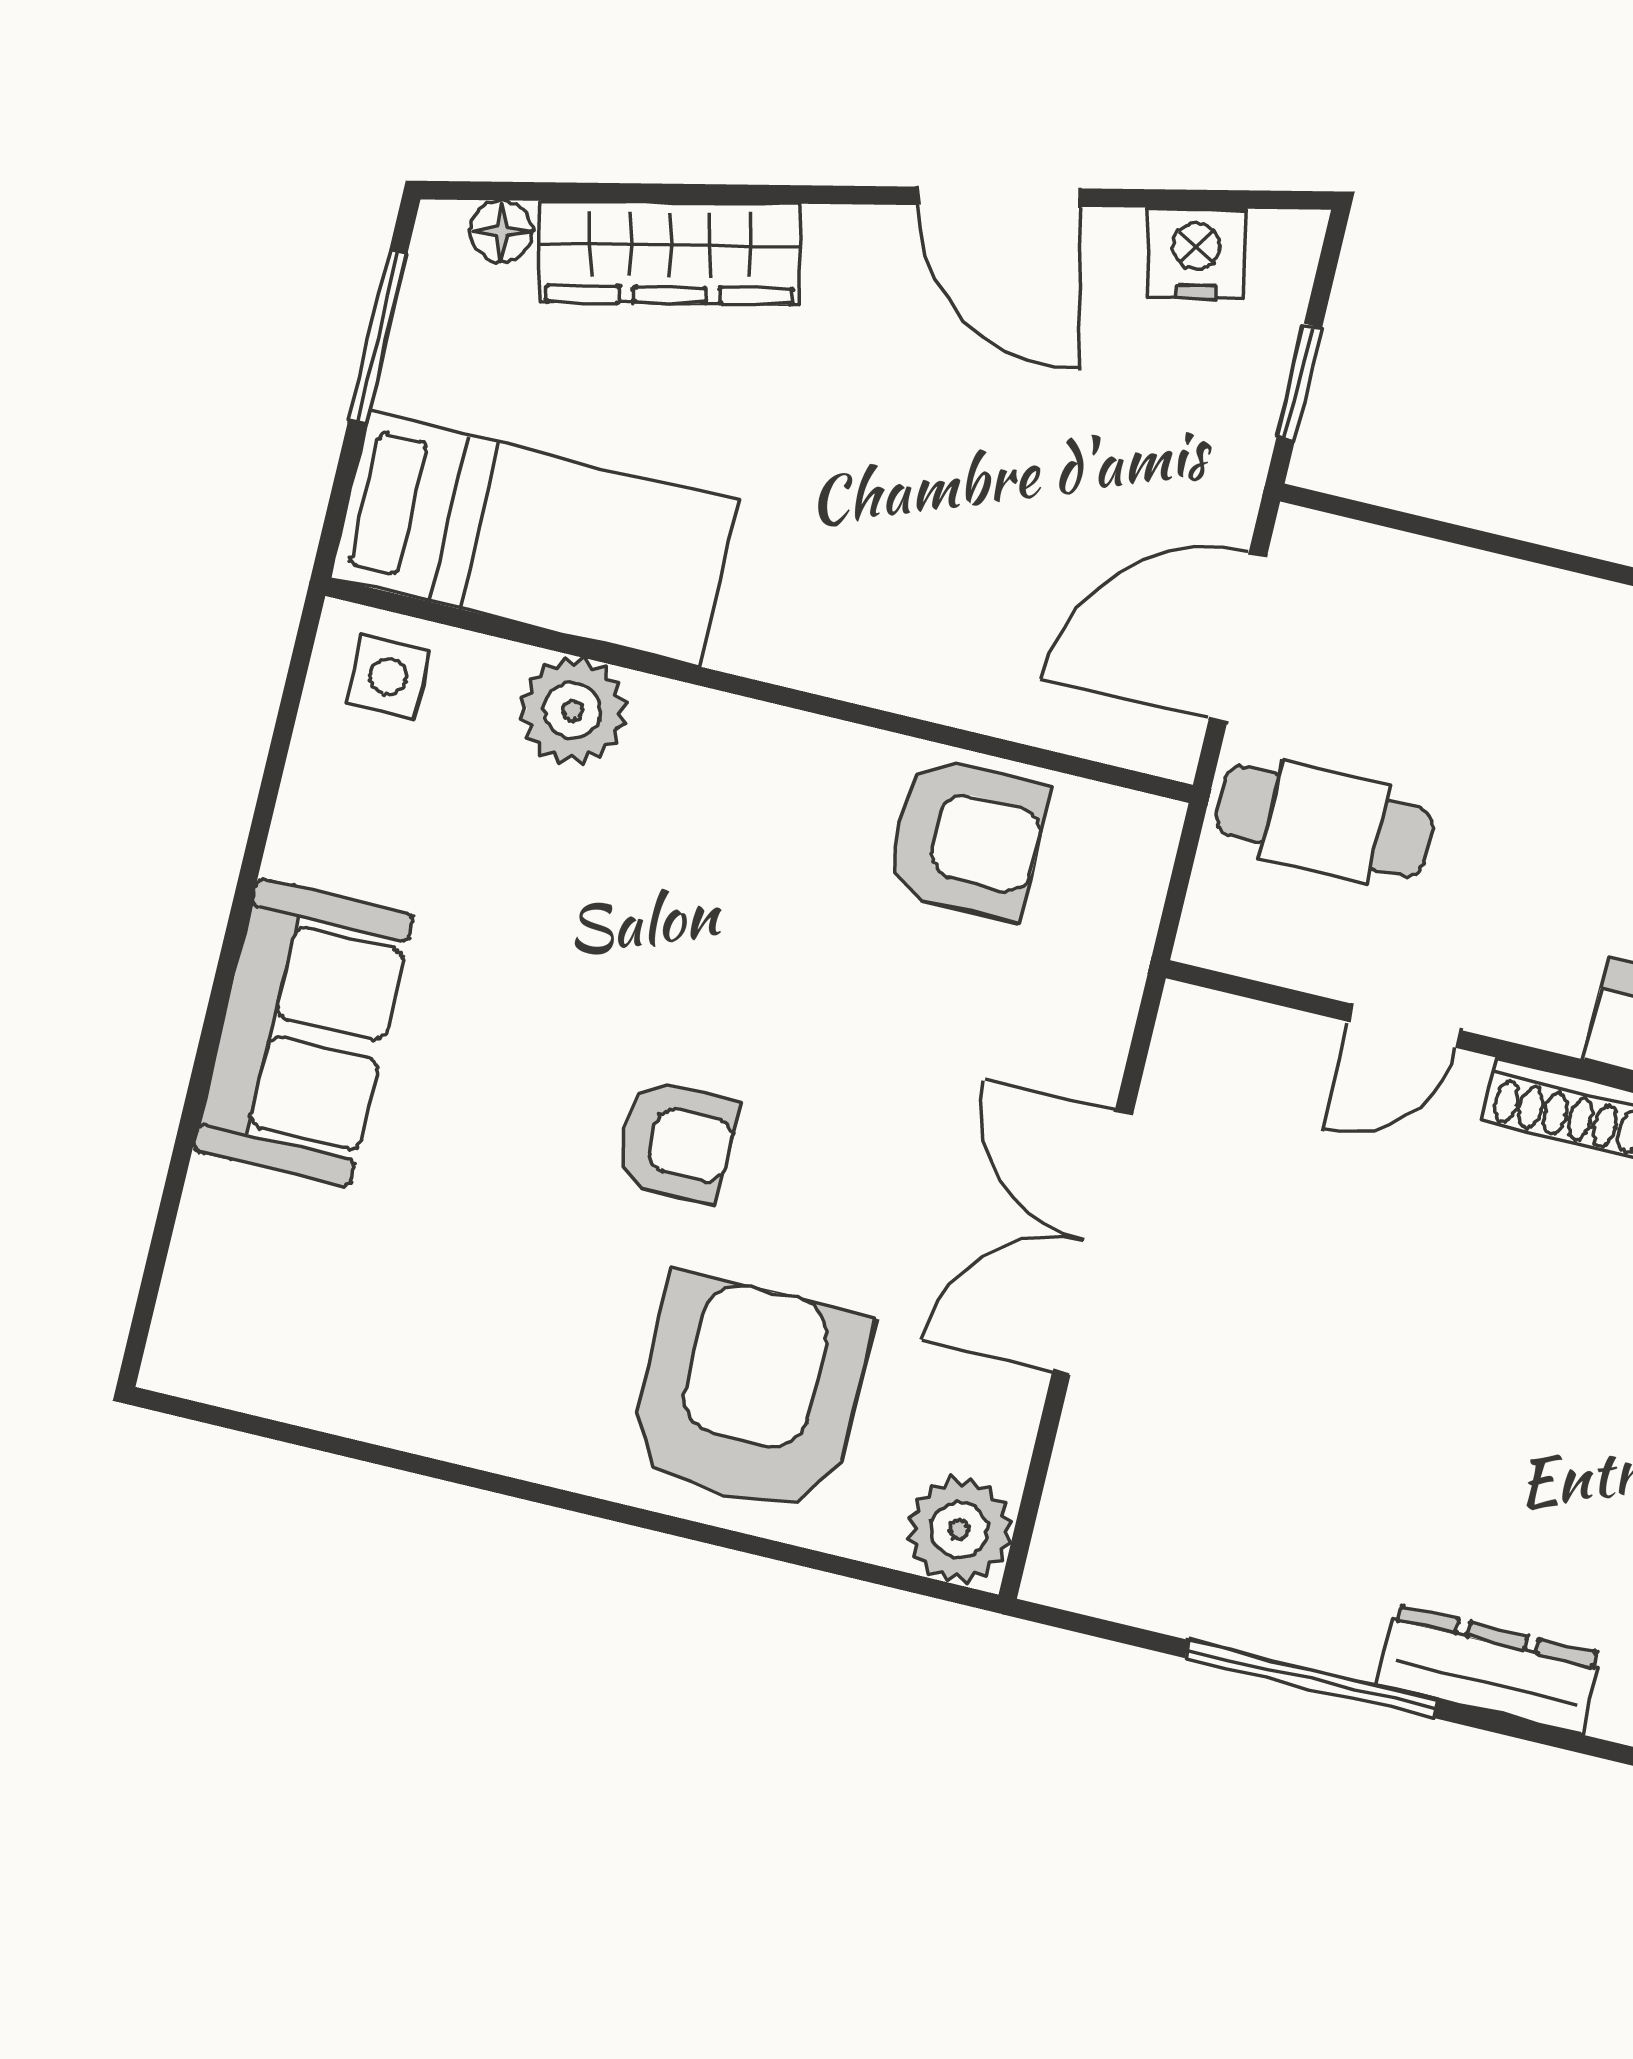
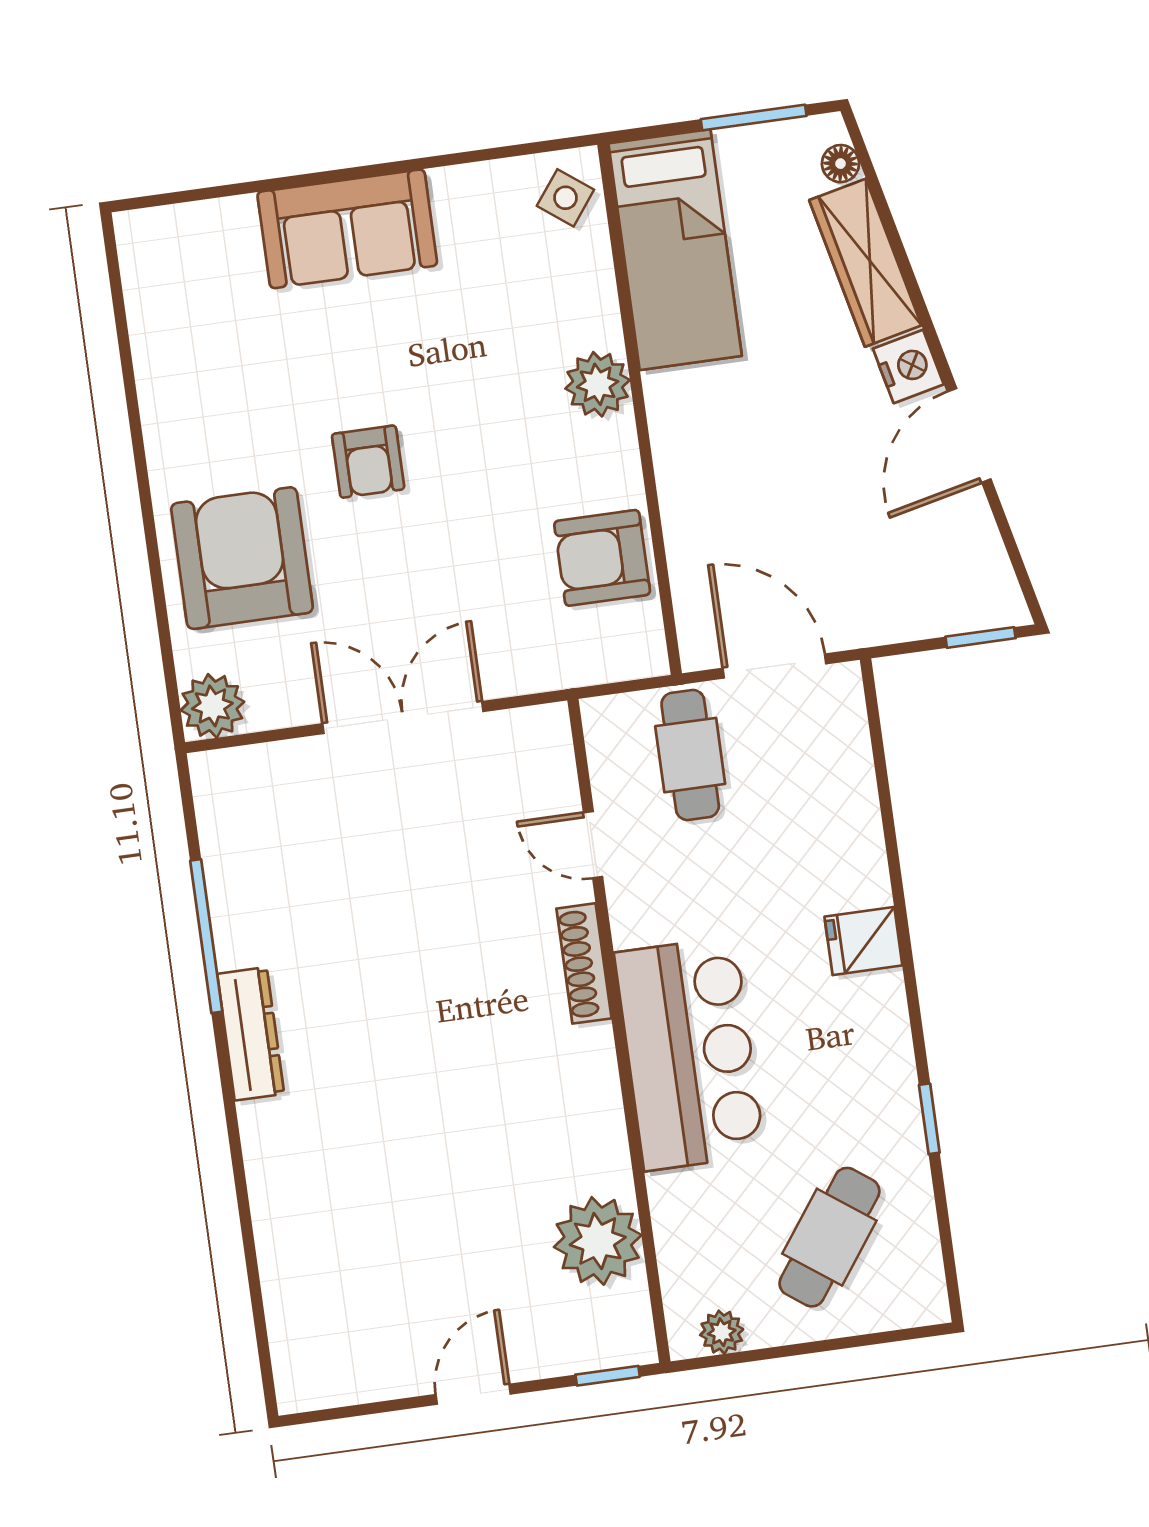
nightstand: (1196, 253) -> (908, 366), moved
window: (1299, 382) -> (981, 637), moved
side table: (388, 677) -> (565, 198), turned 37
plant: (573, 711) -> (598, 384), moved
armchair: (967, 838) -> (602, 558), turned 90
armchair: (749, 1395) -> (242, 558), turned -90

